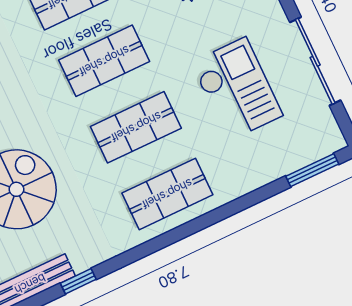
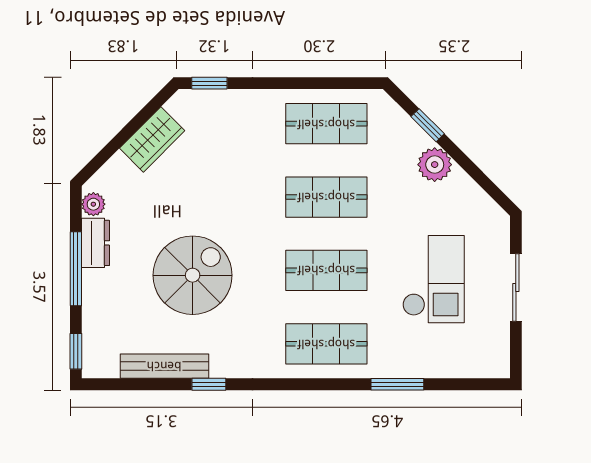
sliding door: (315, 61) -> (516, 288), width x0.73
window: (312, 170) -> (397, 384), moved

